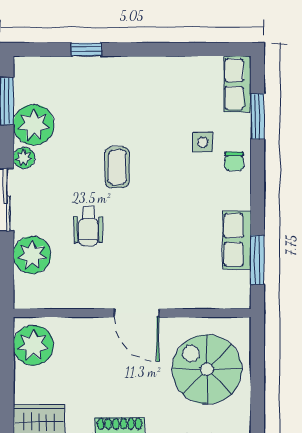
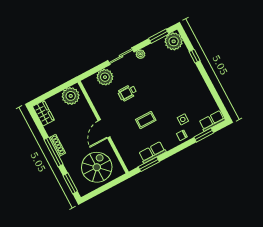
plant: (34, 125) -> (174, 41), moved
coffee table: (117, 167) -> (146, 120), moved

